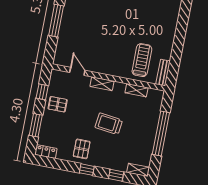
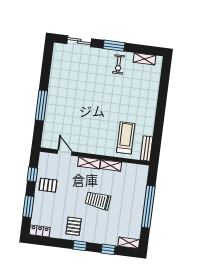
shelving: (137, 90) -> (111, 165), moved

